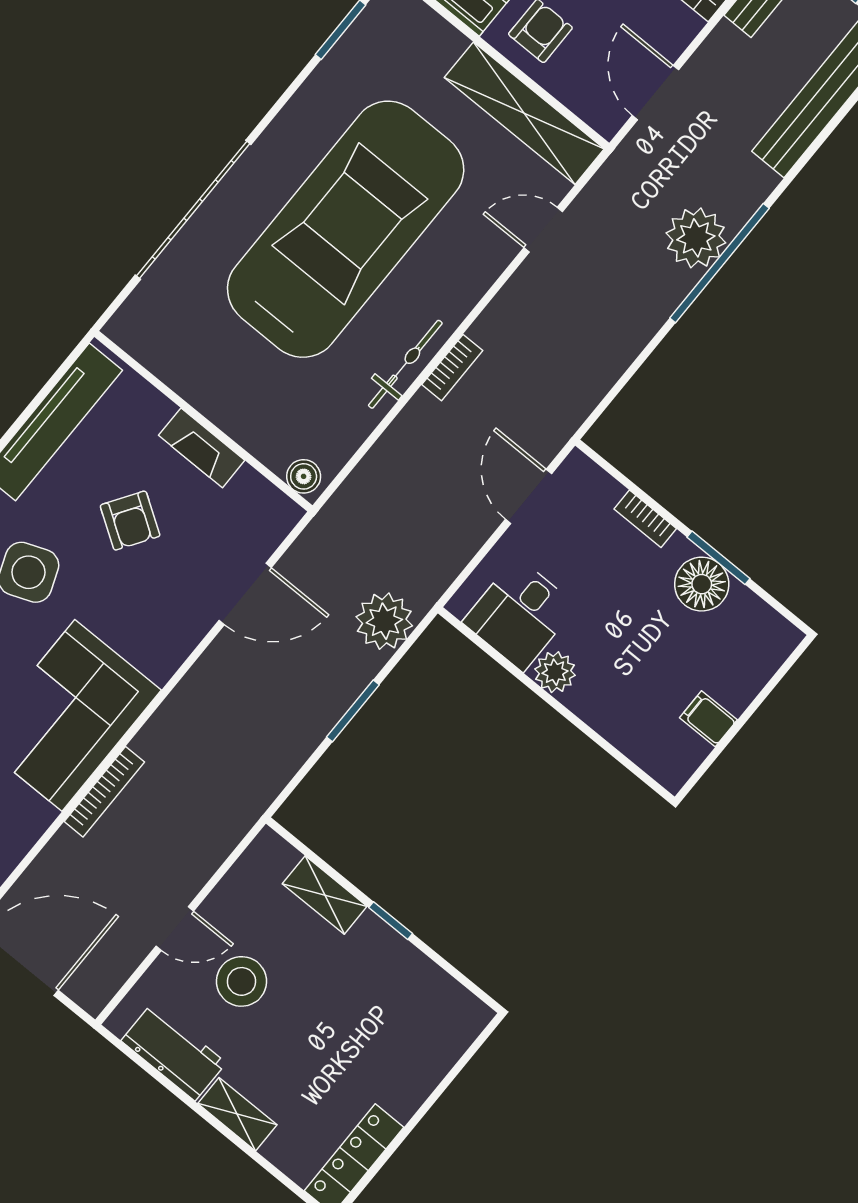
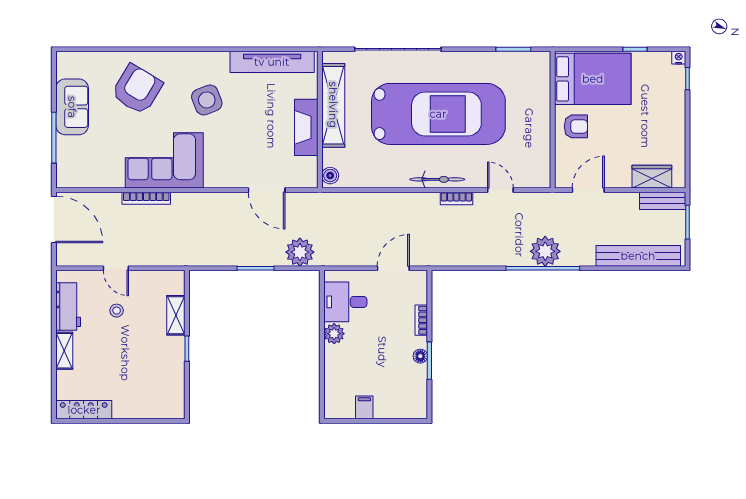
shelving: (524, 113) -> (333, 105), moved
bicycle: (405, 364) -> (437, 179), moved
bookcase: (452, 368) -> (456, 198), moved
fireplace: (202, 448) -> (306, 127), width x1.37, depth x1.32
armchair: (130, 521) -> (259, 123), removed
floor lamp: (702, 584) -> (420, 356), width x0.53, depth x0.53
stool: (242, 981) -> (117, 311), width x0.53, depth x0.53

